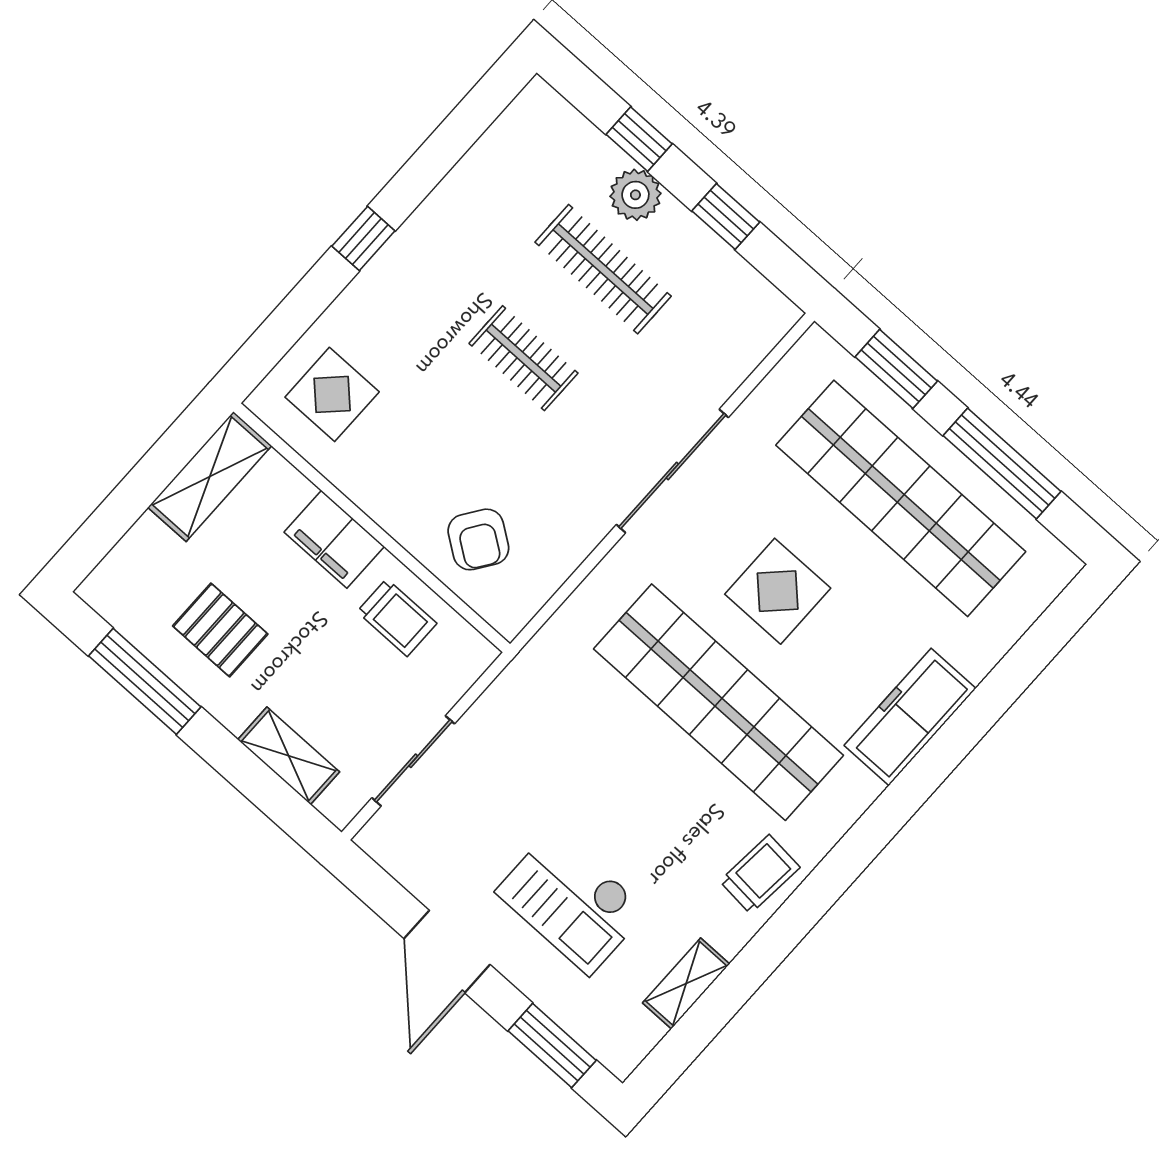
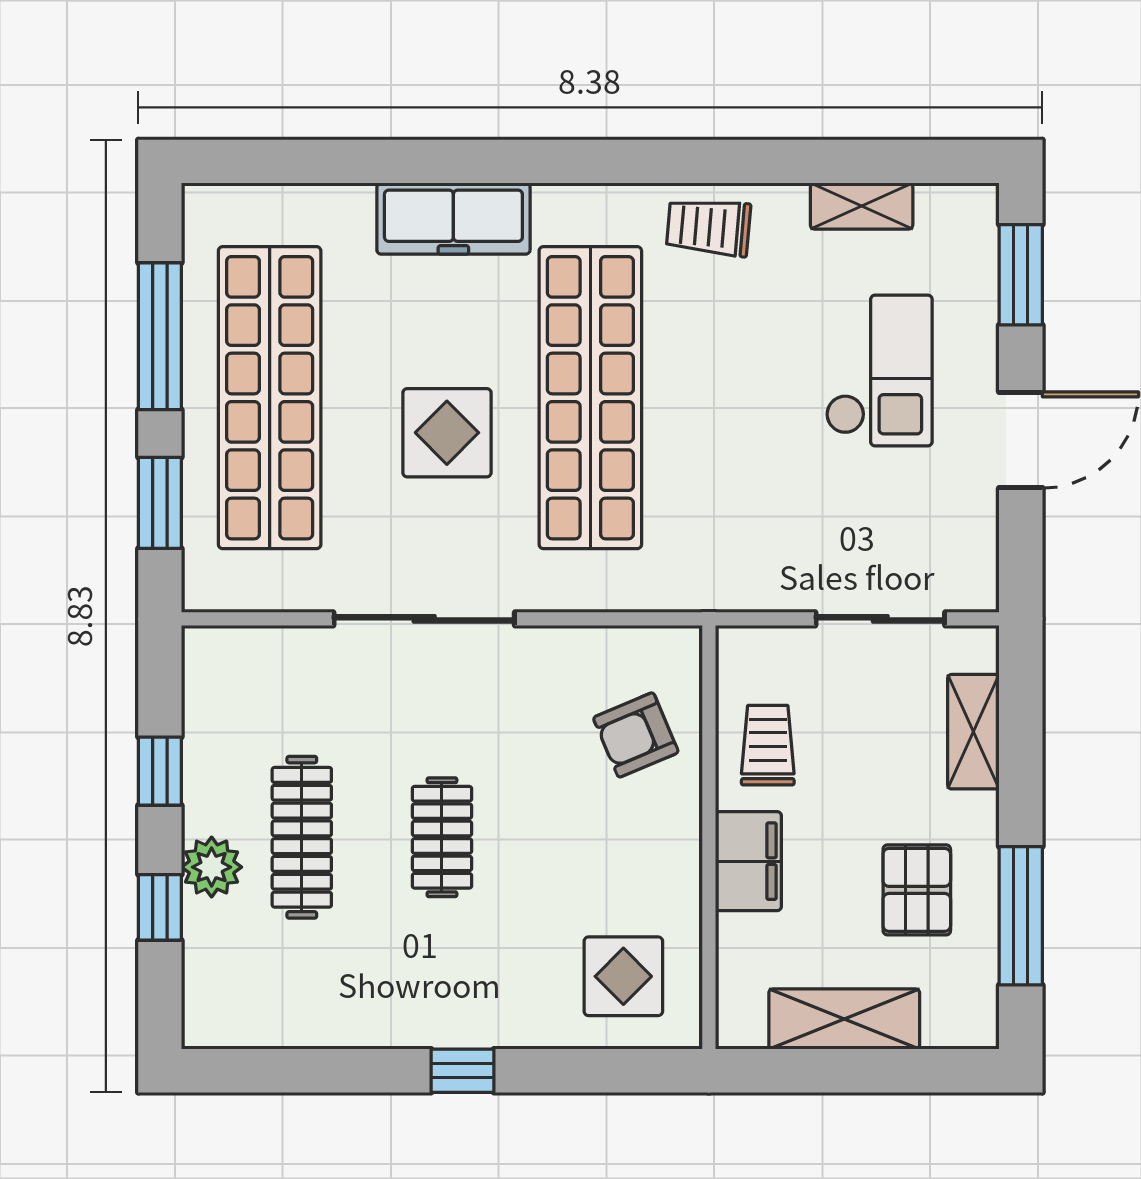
shelving: (210, 477) -> (844, 1019), moved
armchair: (478, 539) -> (636, 735), turned -148

